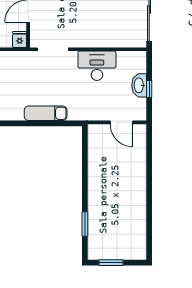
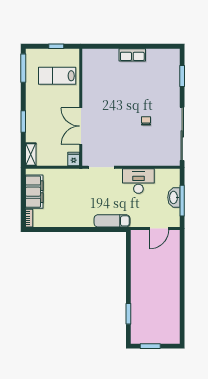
window: (149, 89) -> (182, 201), width x2.17
exam couch: (46, 113) -> (112, 221), moved
door: (122, 122) -> (159, 229), hinge flipped

